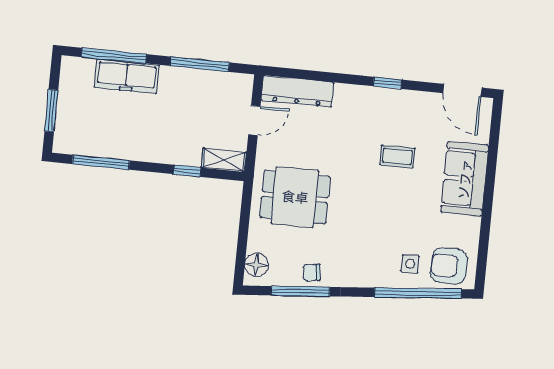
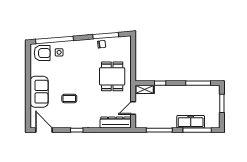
dining table: (295, 197) -> (112, 76), turned 90
floor lamp: (256, 265) -> (126, 45), removed

